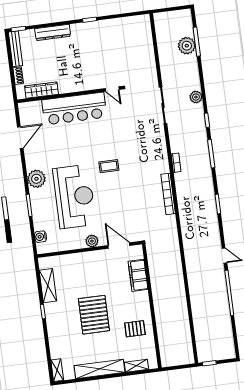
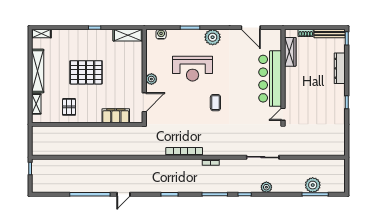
reception desk: (74, 197) -> (193, 69), width x0.74, depth x0.77
shelving: (48, 286) -> (128, 35), moved

